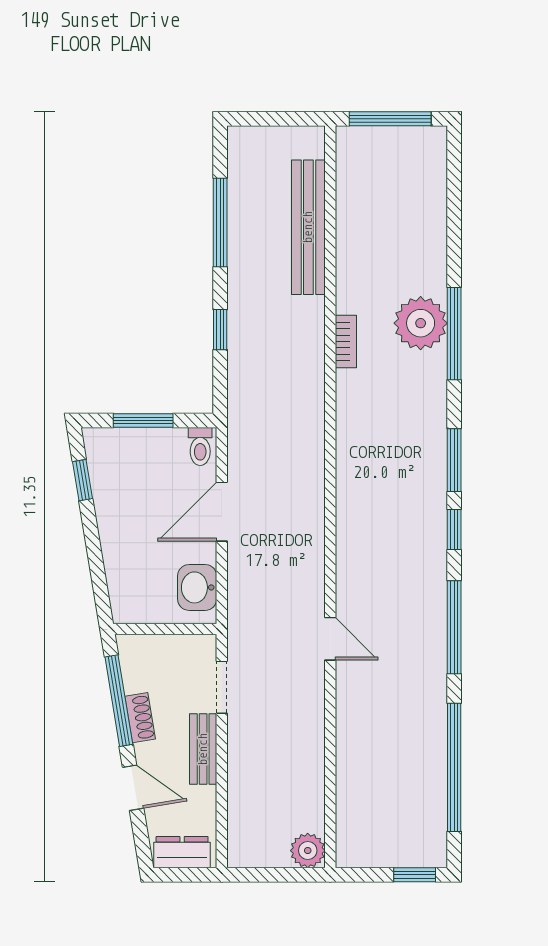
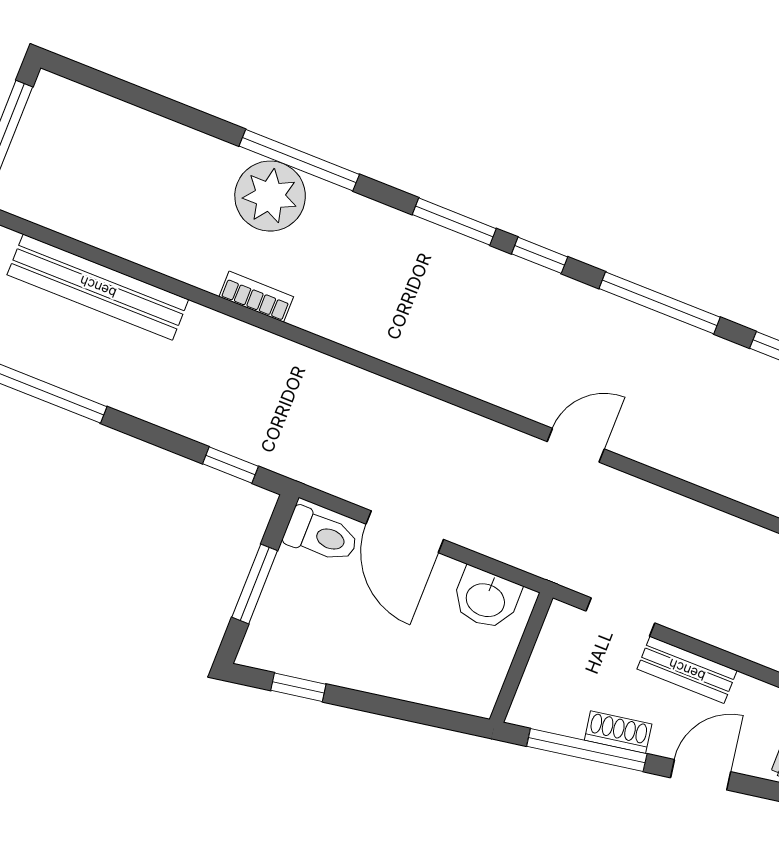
window: (220, 330) -> (230, 465), moved
toilet: (200, 446) -> (321, 535), width x1.37, depth x1.39
door: (330, 639) -> (576, 445), moved

